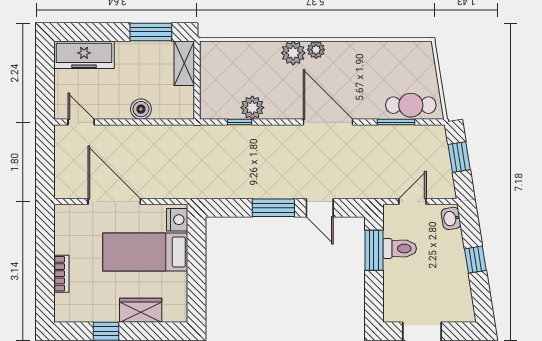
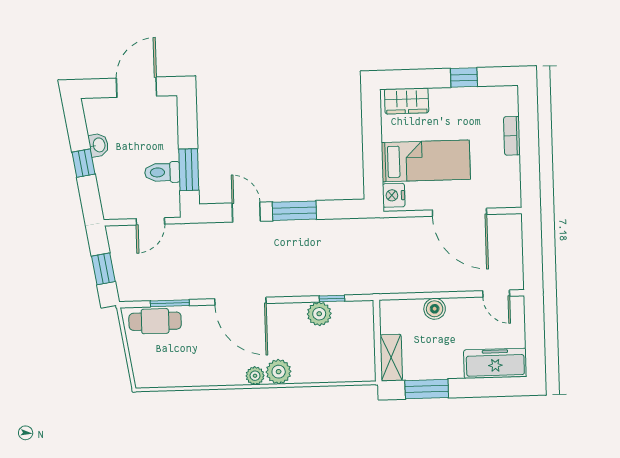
washbasin: (451, 218) -> (99, 145), moved
wardrobe: (141, 310) -> (407, 101), moved

